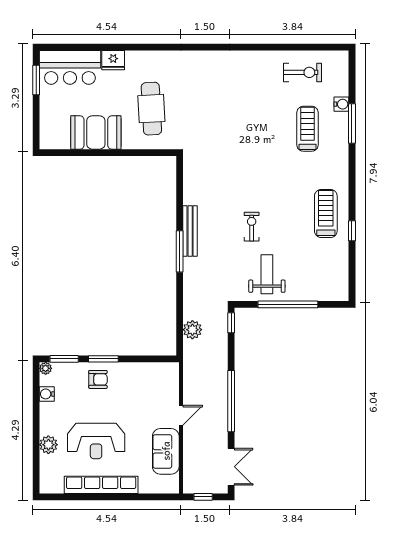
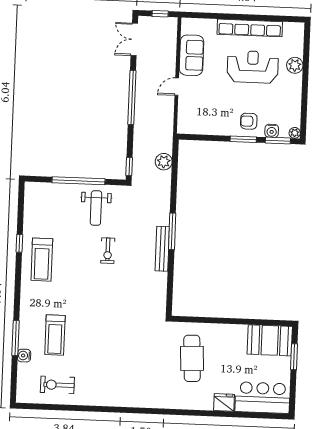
window: (36, 80) -> (294, 357), moved
booth: (96, 132) -> (270, 340), moved
water cooler: (47, 394) -> (272, 131), moved, turned 90

